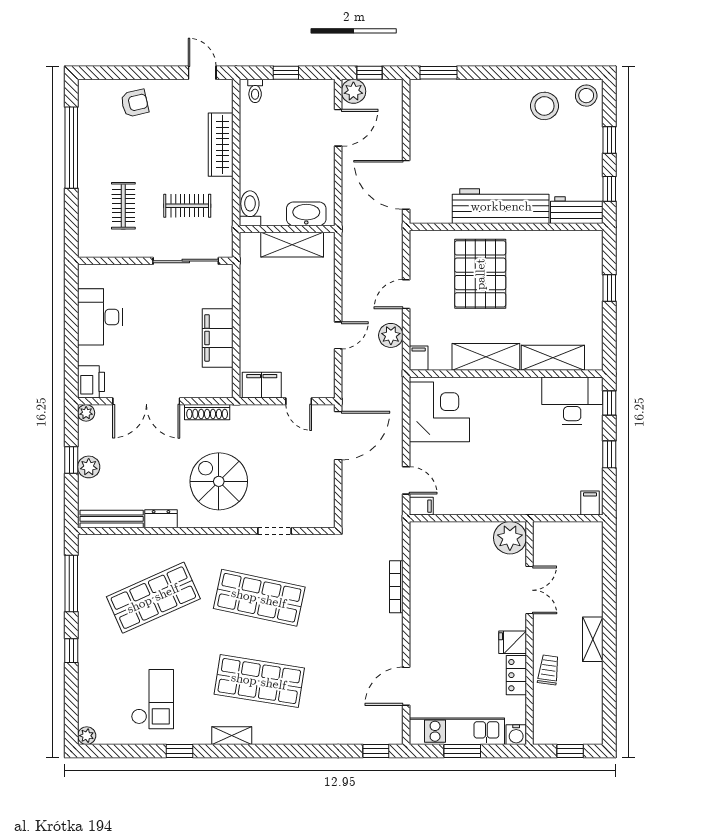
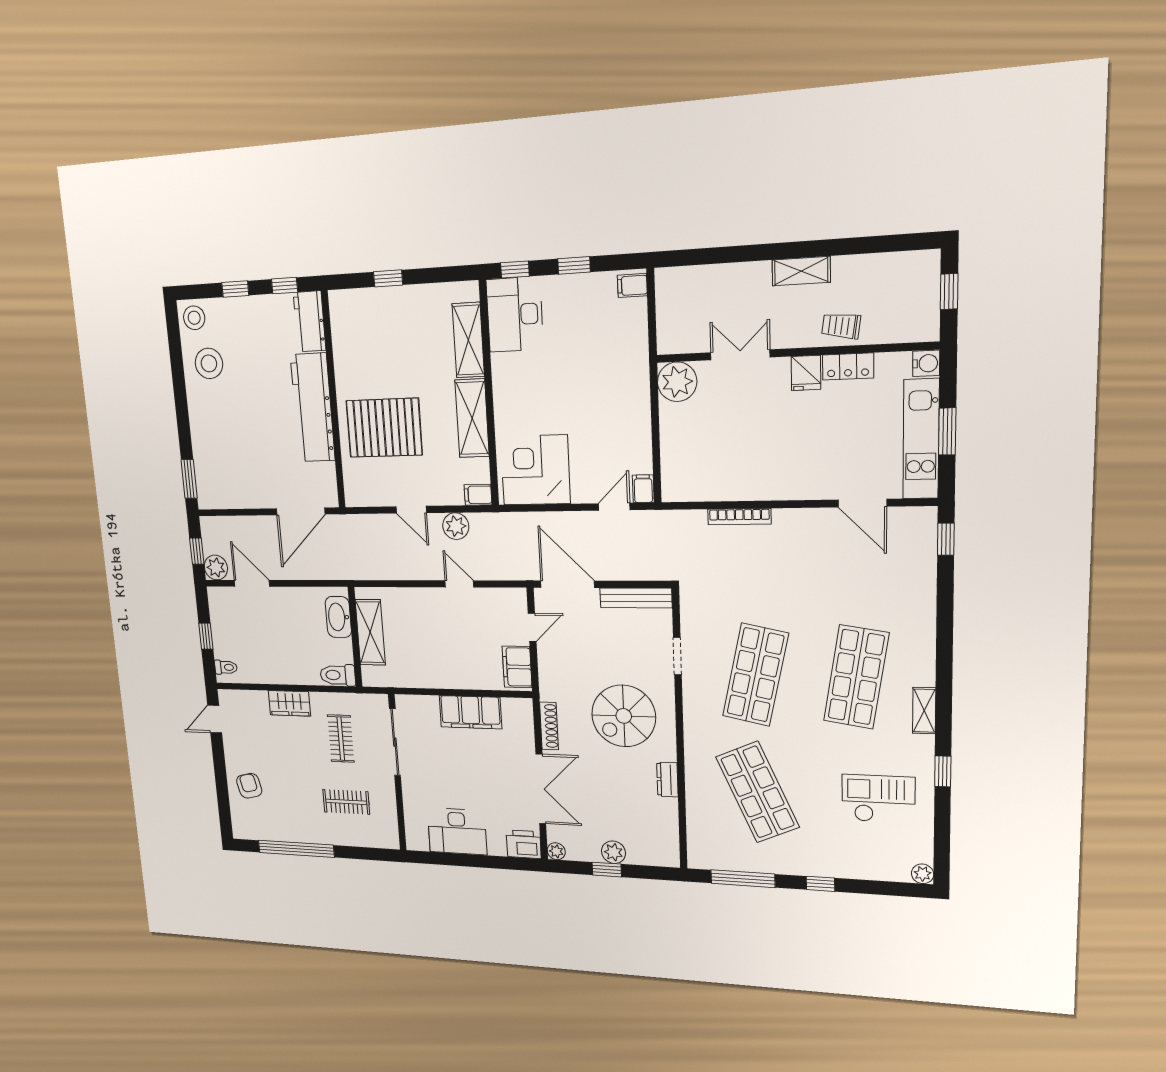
wardrobe: (221, 145) -> (289, 703), width x0.67
bench: (112, 519) -> (636, 598), moved, turned 90

